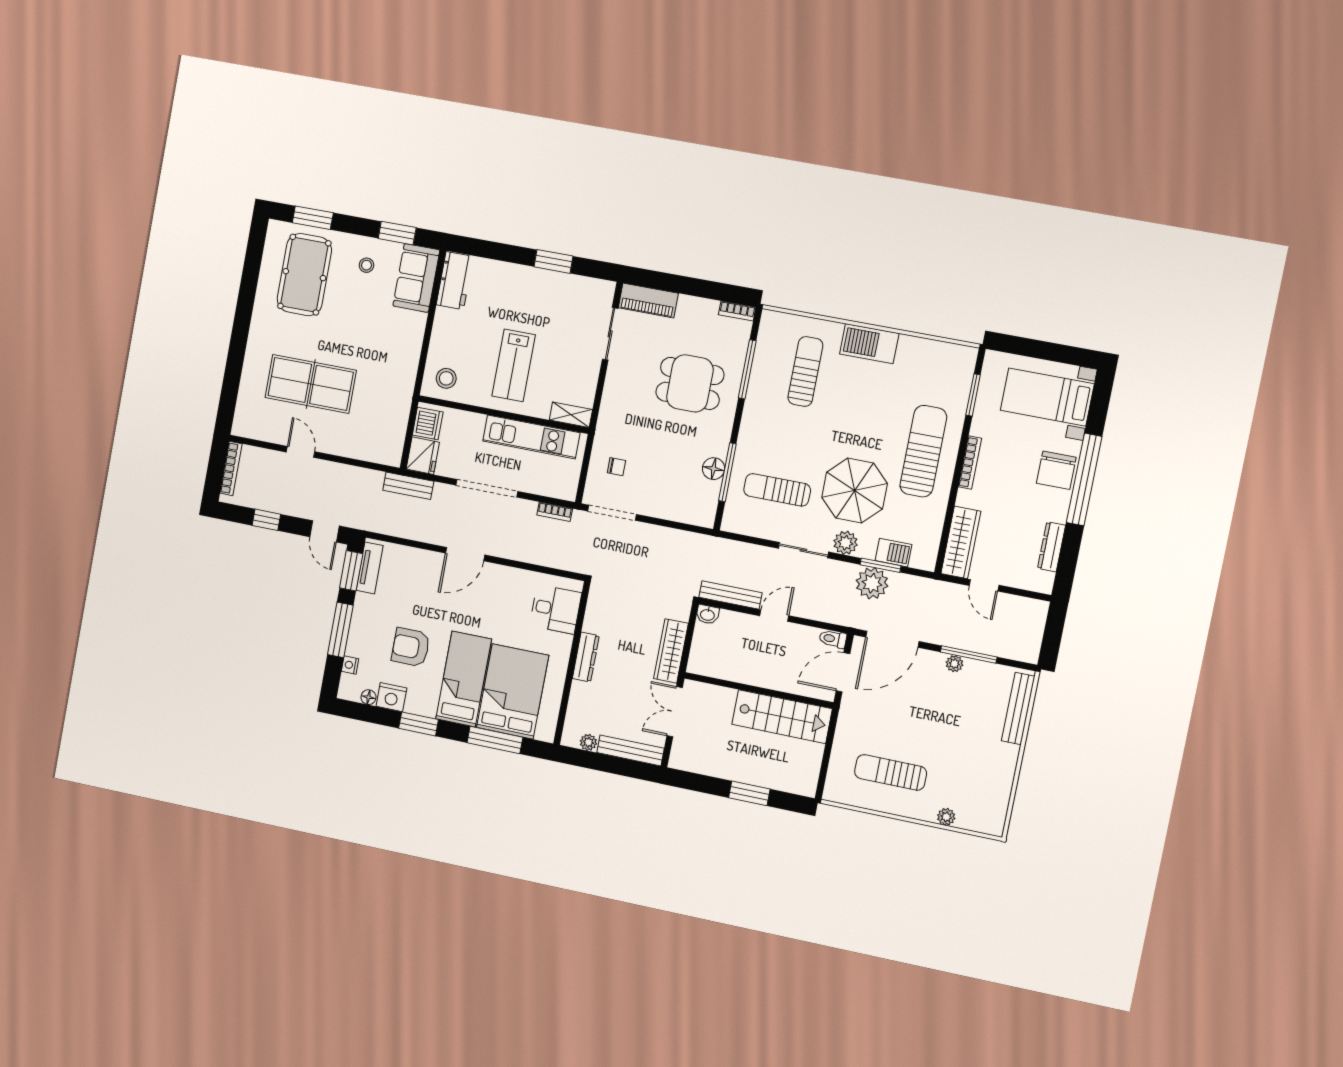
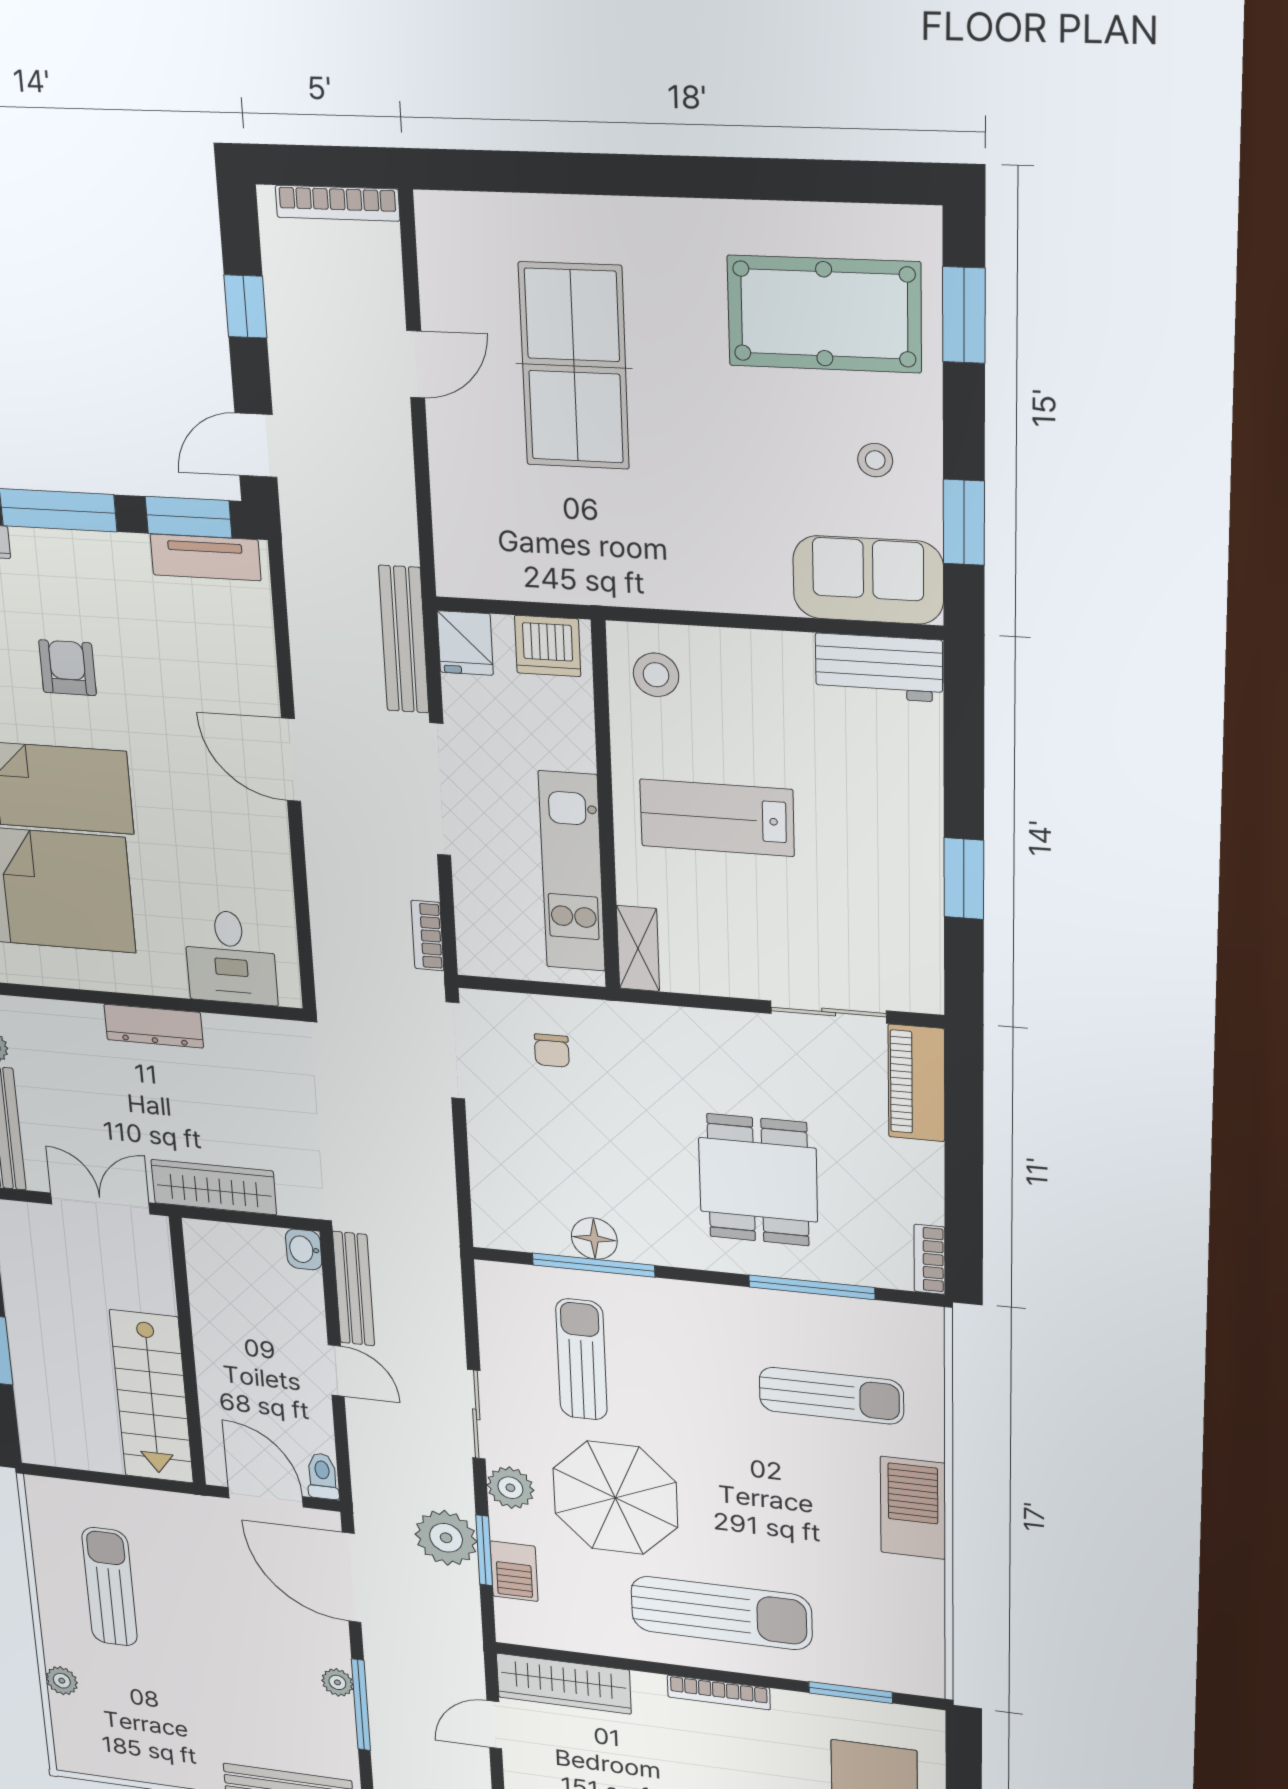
fridge: (423, 456) -> (465, 643), width x0.72
bench: (408, 486) -> (404, 639), width x1.36
armchair: (411, 647) -> (67, 668), width x0.72, depth x0.72

